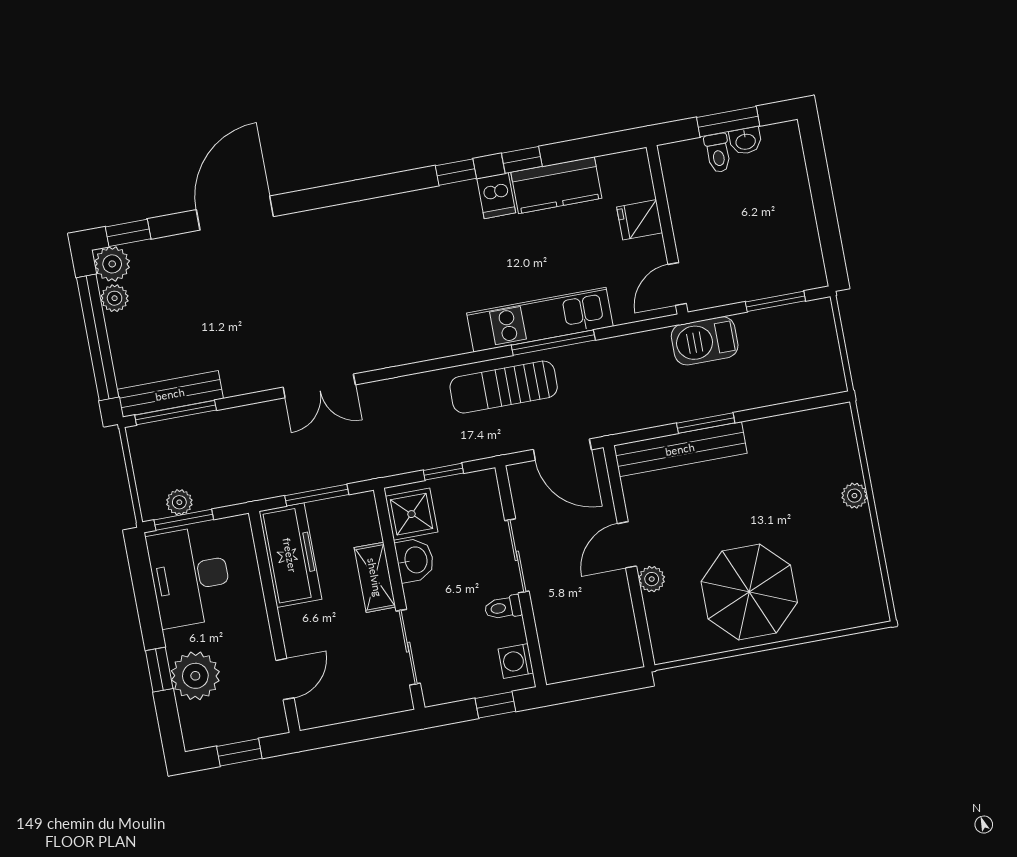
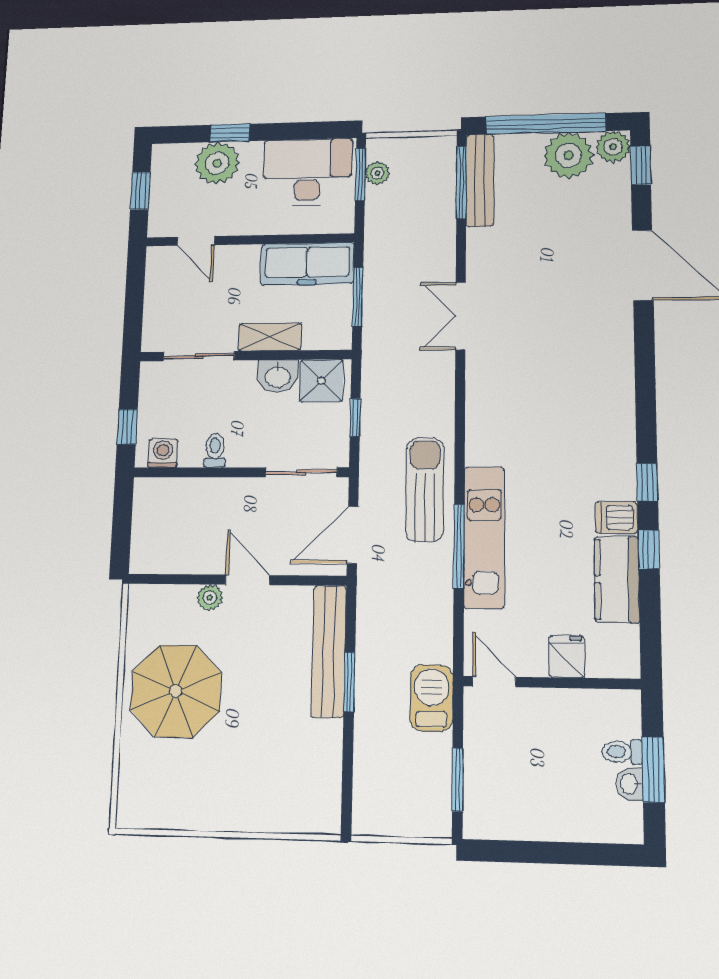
plant: (115, 298) -> (568, 155), width x1.88, depth x1.88
plant: (854, 496) -> (246, 819), removed
sliding door: (517, 556) -> (301, 472), moved

